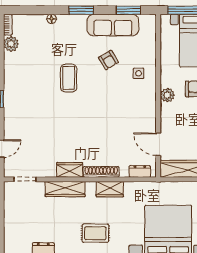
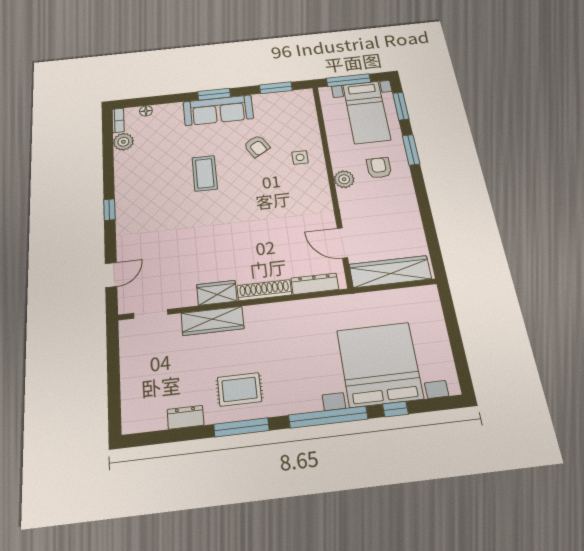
floor lamp: (52, 19) -> (146, 111), moved
sofa: (113, 25) -> (218, 110), moved
dresser: (140, 171) -> (315, 284), width x1.44
wardrobe: (110, 189) -> (280, 313), removed
rug: (95, 233) -> (239, 389), moved

